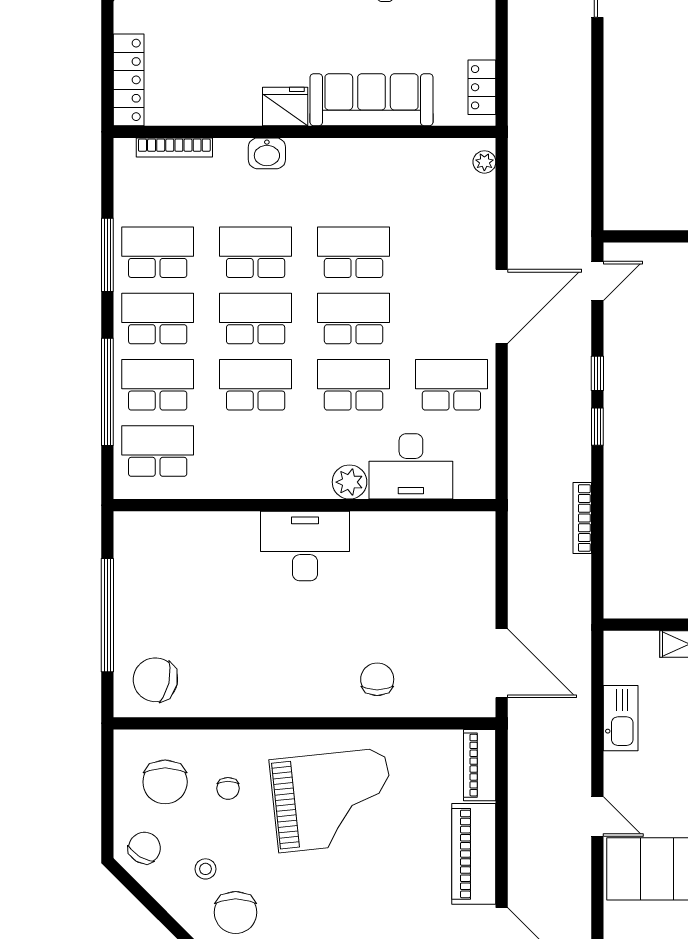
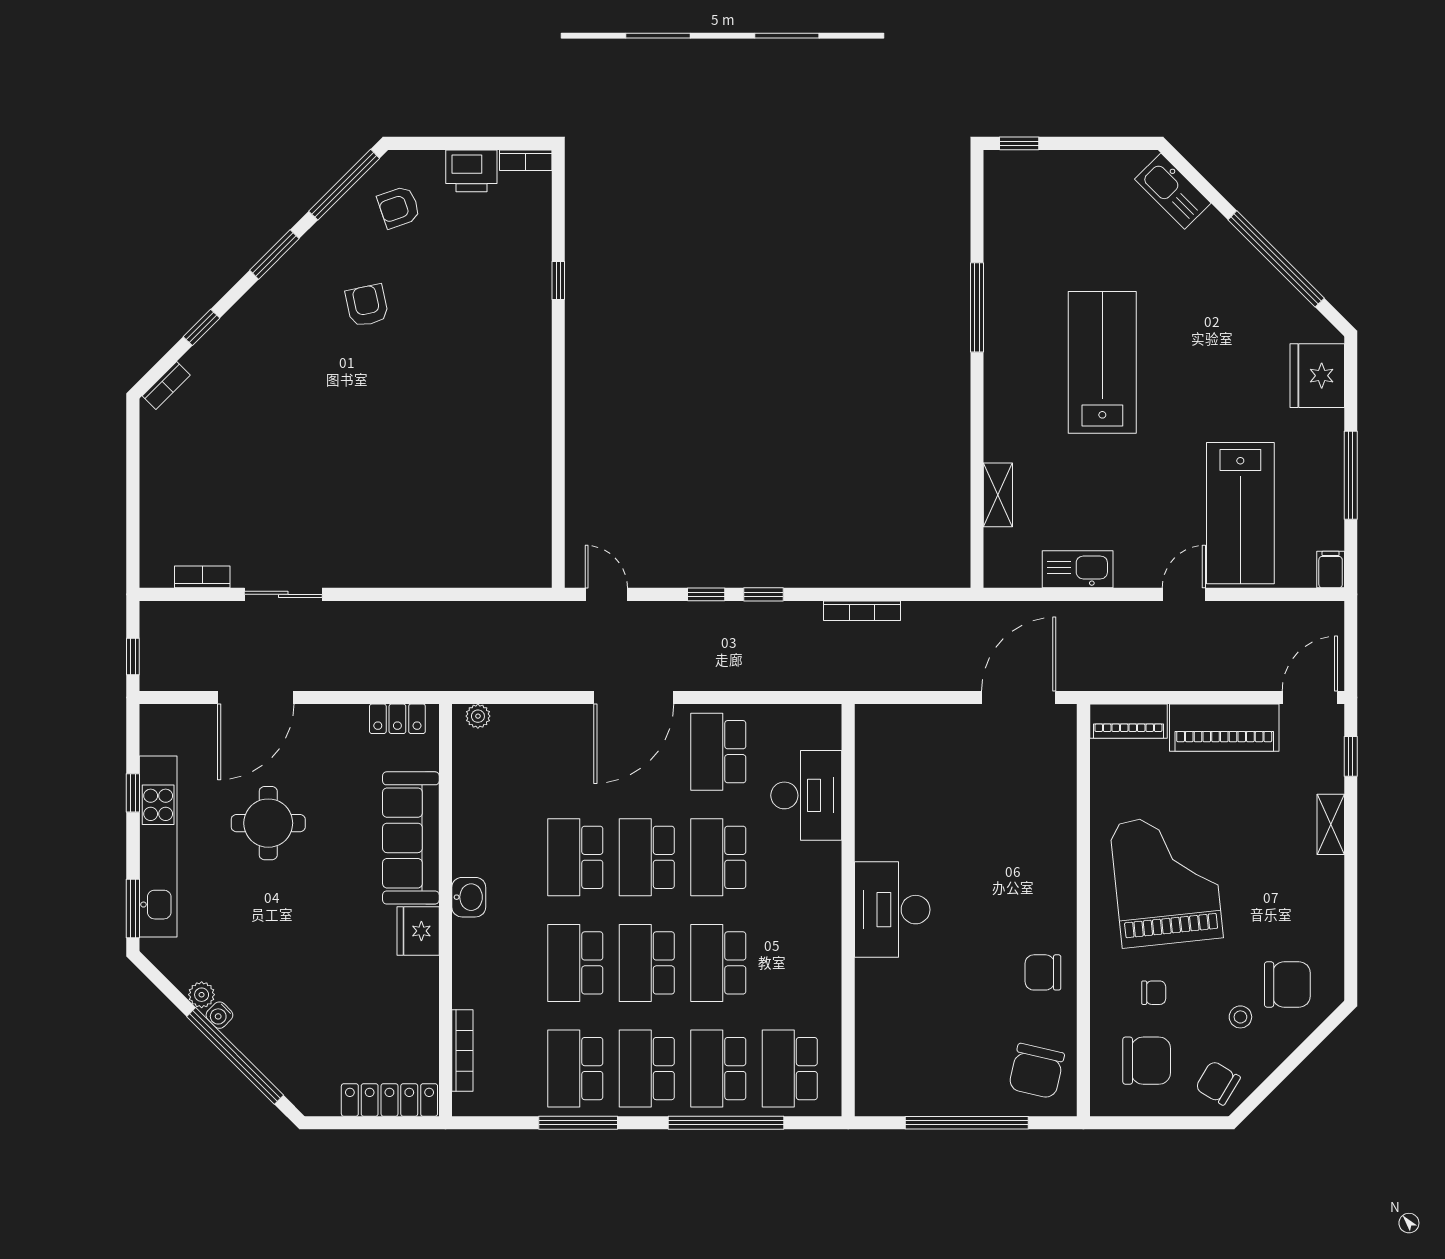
washbasin: (267, 153) -> (469, 897), moved
door: (502, 306) -> (634, 697), swing flipped
plant: (350, 482) -> (823, 862), removed
chair: (377, 679) -> (1043, 972), moved

